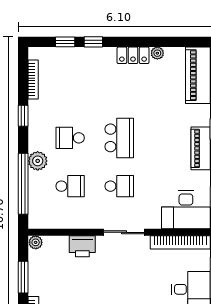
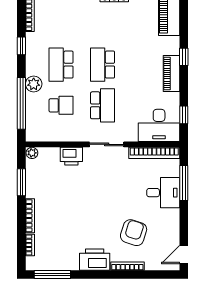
school desk: (70, 138) -> (61, 65), width x1.85
school desk: (119, 138) -> (103, 65), turned 180
school desk: (119, 186) -> (103, 105), width x1.85

